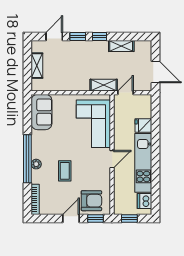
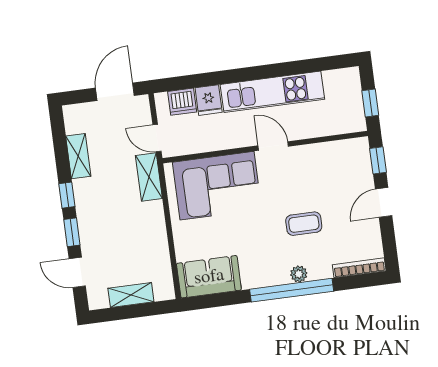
armchair: (91, 201) -> (349, 172), removed
dishwasher: (145, 201) -> (182, 102), moved
door: (71, 219) -> (384, 202), hinge flipped

